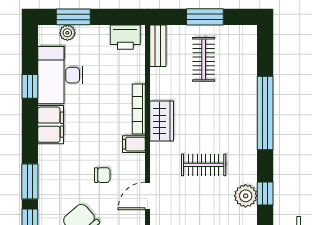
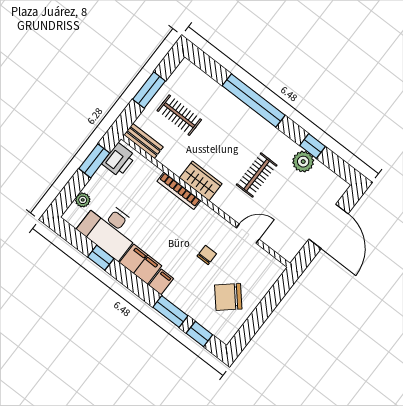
window: (73, 17) -> (94, 161), moved
filing cabinet: (134, 144) -> (161, 282), moved, turned 180
door: (148, 196) -> (248, 234), swing flipped

